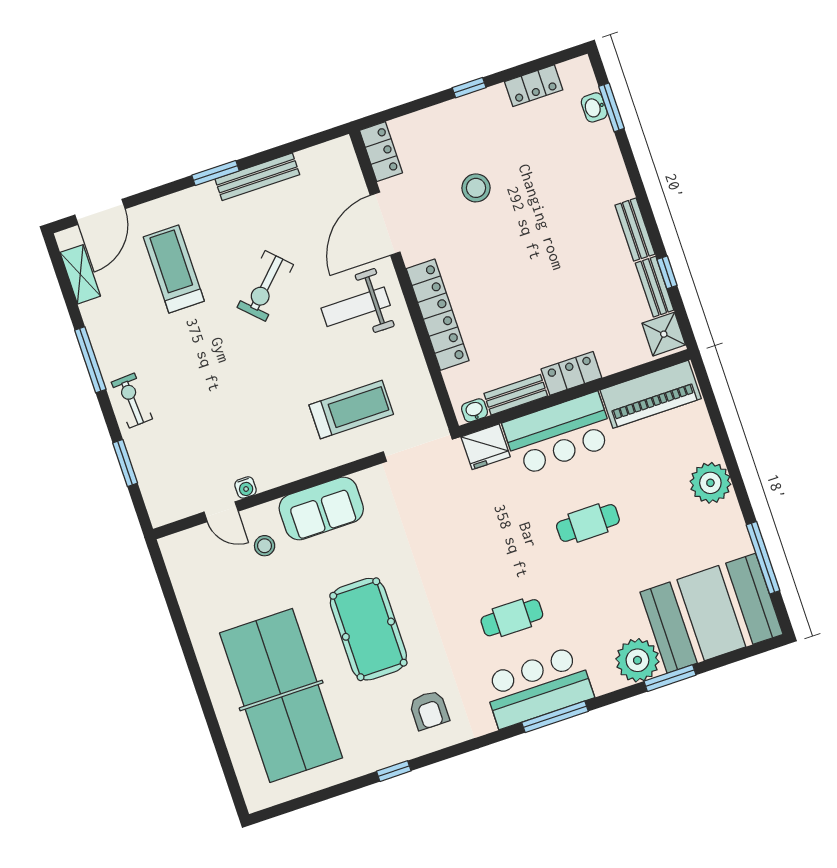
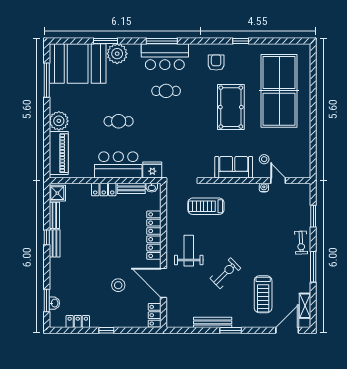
door: (385, 224) -> (163, 283), swing flipped
window: (667, 272) -> (47, 237), moved
weight bench: (356, 307) -> (189, 251), turned -90
piano: (651, 394) -> (59, 153), moved, turned 90

